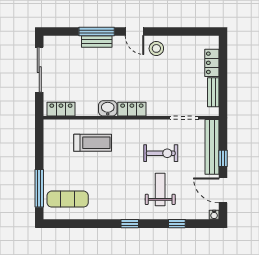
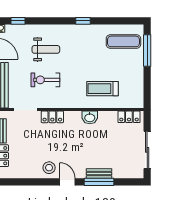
locker: (132, 109) -> (52, 117), moved
weight bench: (160, 190) -> (46, 49), turned -90
window: (130, 224) -> (83, 21), moved
window: (177, 224) -> (18, 21), moved

